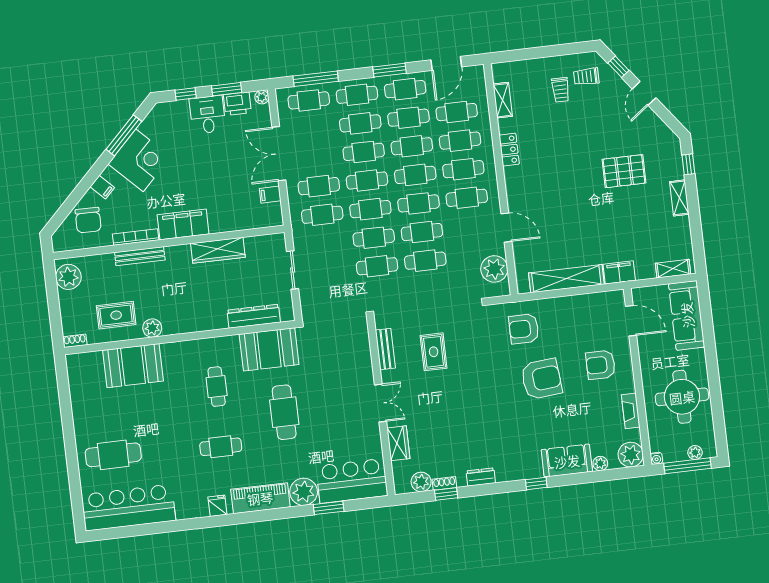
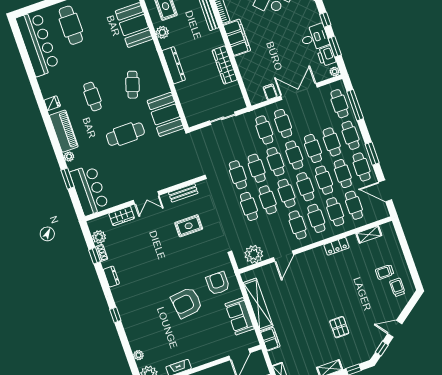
window: (618, 67) -> (382, 349), moved
pallet: (624, 171) -> (339, 327), width x0.67, depth x0.71
dresser: (254, 316) -> (174, 65), moved
armchair: (600, 365) -> (205, 340), removed
armchair: (541, 379) -> (187, 303), turned 88
cafe table: (217, 387) -> (132, 85), turned -72
sofa: (567, 461) -> (240, 316), moved, turned 180
plant: (304, 492) -> (69, 157), width x0.53, depth x0.53

